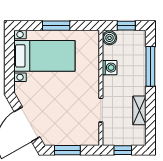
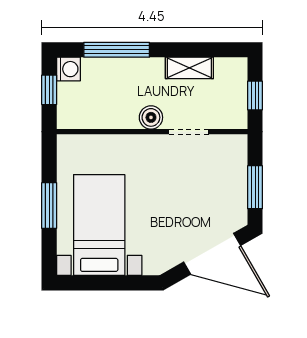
boiler: (110, 38) -> (151, 117), moved
washing machine: (110, 68) -> (68, 69), moved, turned 90

